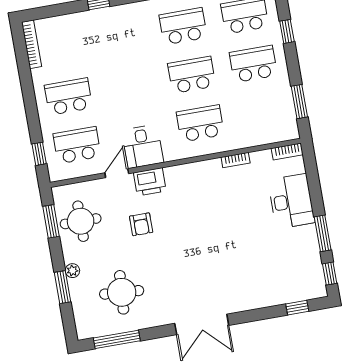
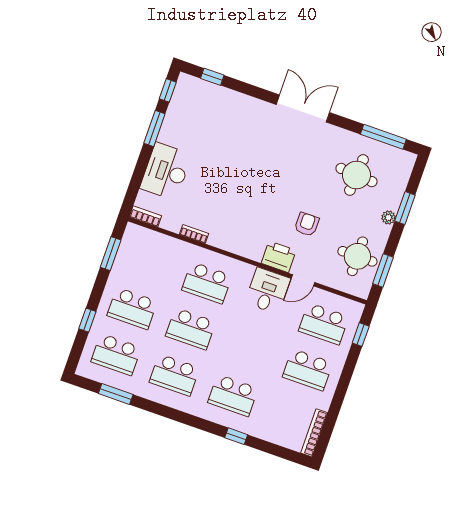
school desk: (121, 37) -> (233, 395), added

